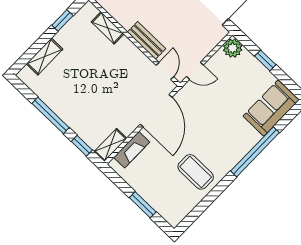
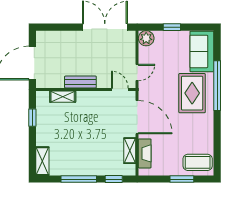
bench: (147, 40) -> (80, 82), moved
shelving: (45, 57) -> (42, 161), moved
rug: (226, 137) -> (192, 93), added
shelving: (110, 145) -> (130, 151), moved
coffee table: (196, 172) -> (198, 162), moved

